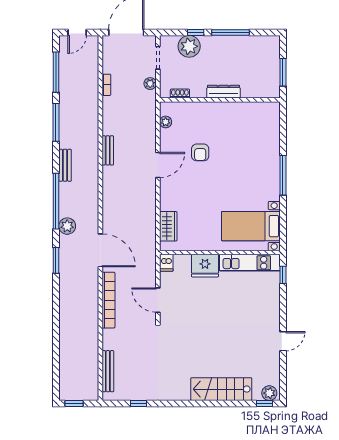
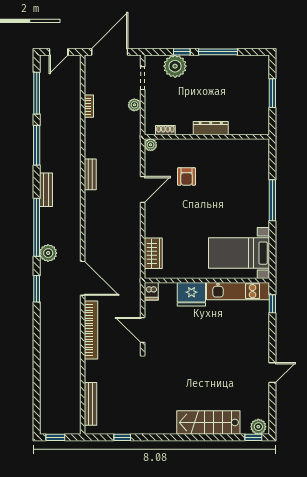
dresser: (223, 92) -> (211, 128), moved
shoe rack: (180, 94) -> (165, 130), moved
wall: (220, 100) -> (207, 137), moved

